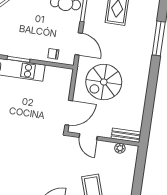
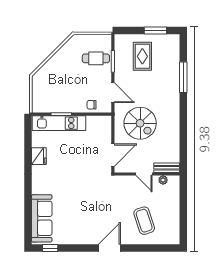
spiral stairs: (104, 82) -> (140, 123), turned -90
door: (88, 137) -> (144, 174), moved

